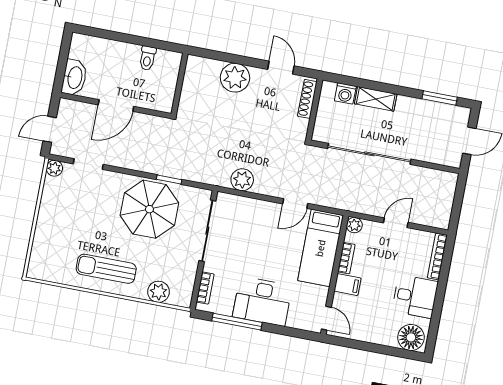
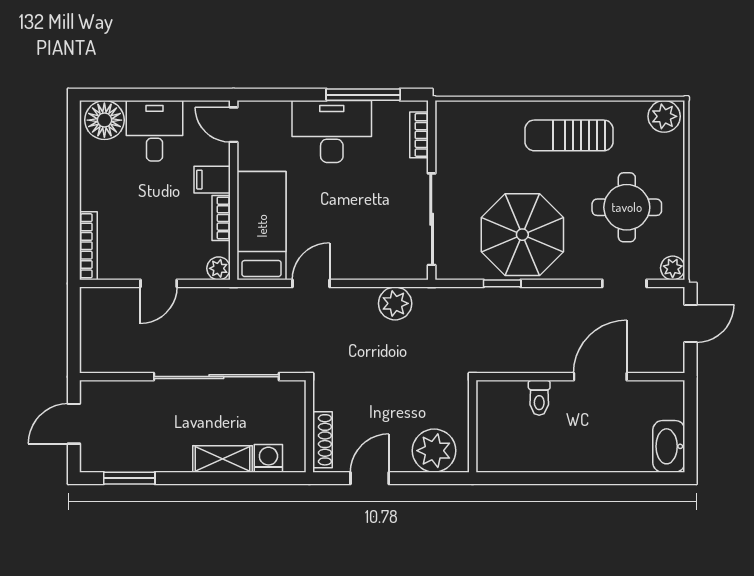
toilet: (147, 58) -> (539, 398), moved, turned 180
door: (281, 68) -> (370, 478), swing flipped
washbasin: (74, 77) -> (669, 446), moved
wall: (180, 84) -> (473, 426), moved
round table: (77, 214) -> (627, 207), added
sun lounger: (106, 269) -> (569, 135), turned 180
plant: (159, 292) -> (664, 116), moved
desk: (415, 296) -> (155, 131), moved, turned 90

